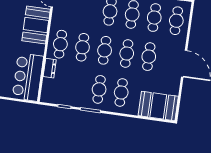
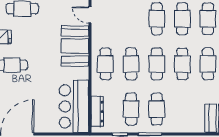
dresser: (50, 68) -> (97, 112), moved, width x1.44
cafe table: (121, 92) -> (131, 109), moved

